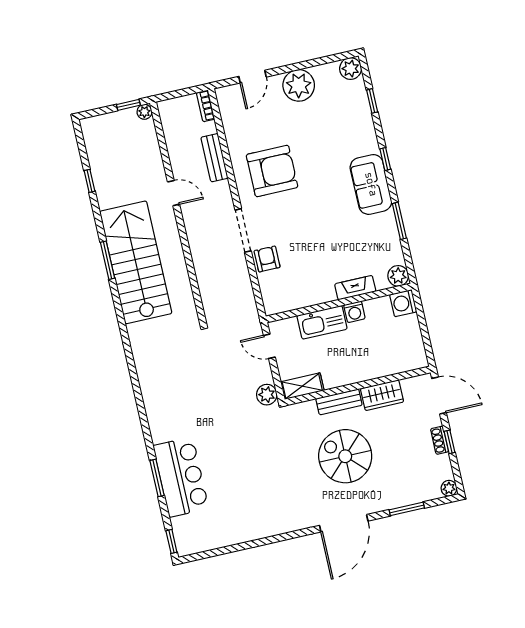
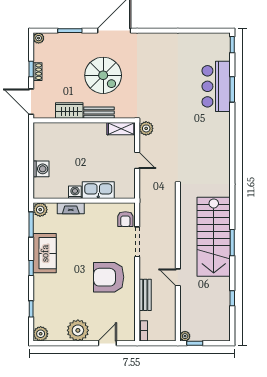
plant: (398, 276) -> (40, 210), moved
fireplace: (355, 288) -> (71, 208), moved
wall: (339, 303) -> (84, 201), moved
washing machine: (354, 312) -> (75, 192), moved
kitchen sink: (322, 322) -> (98, 190), moved

